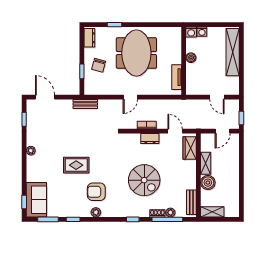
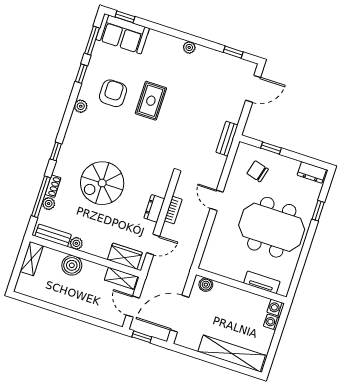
boiler: (191, 58) -> (206, 285), moved
chair: (99, 65) -> (258, 171), moved
tv unit: (177, 77) -> (262, 282), moved
door: (217, 97) -> (180, 314), width x1.87
shelving: (206, 163) -> (121, 278), moved
plant: (192, 184) -> (76, 243), added
armchair: (96, 192) -> (113, 93), moved

